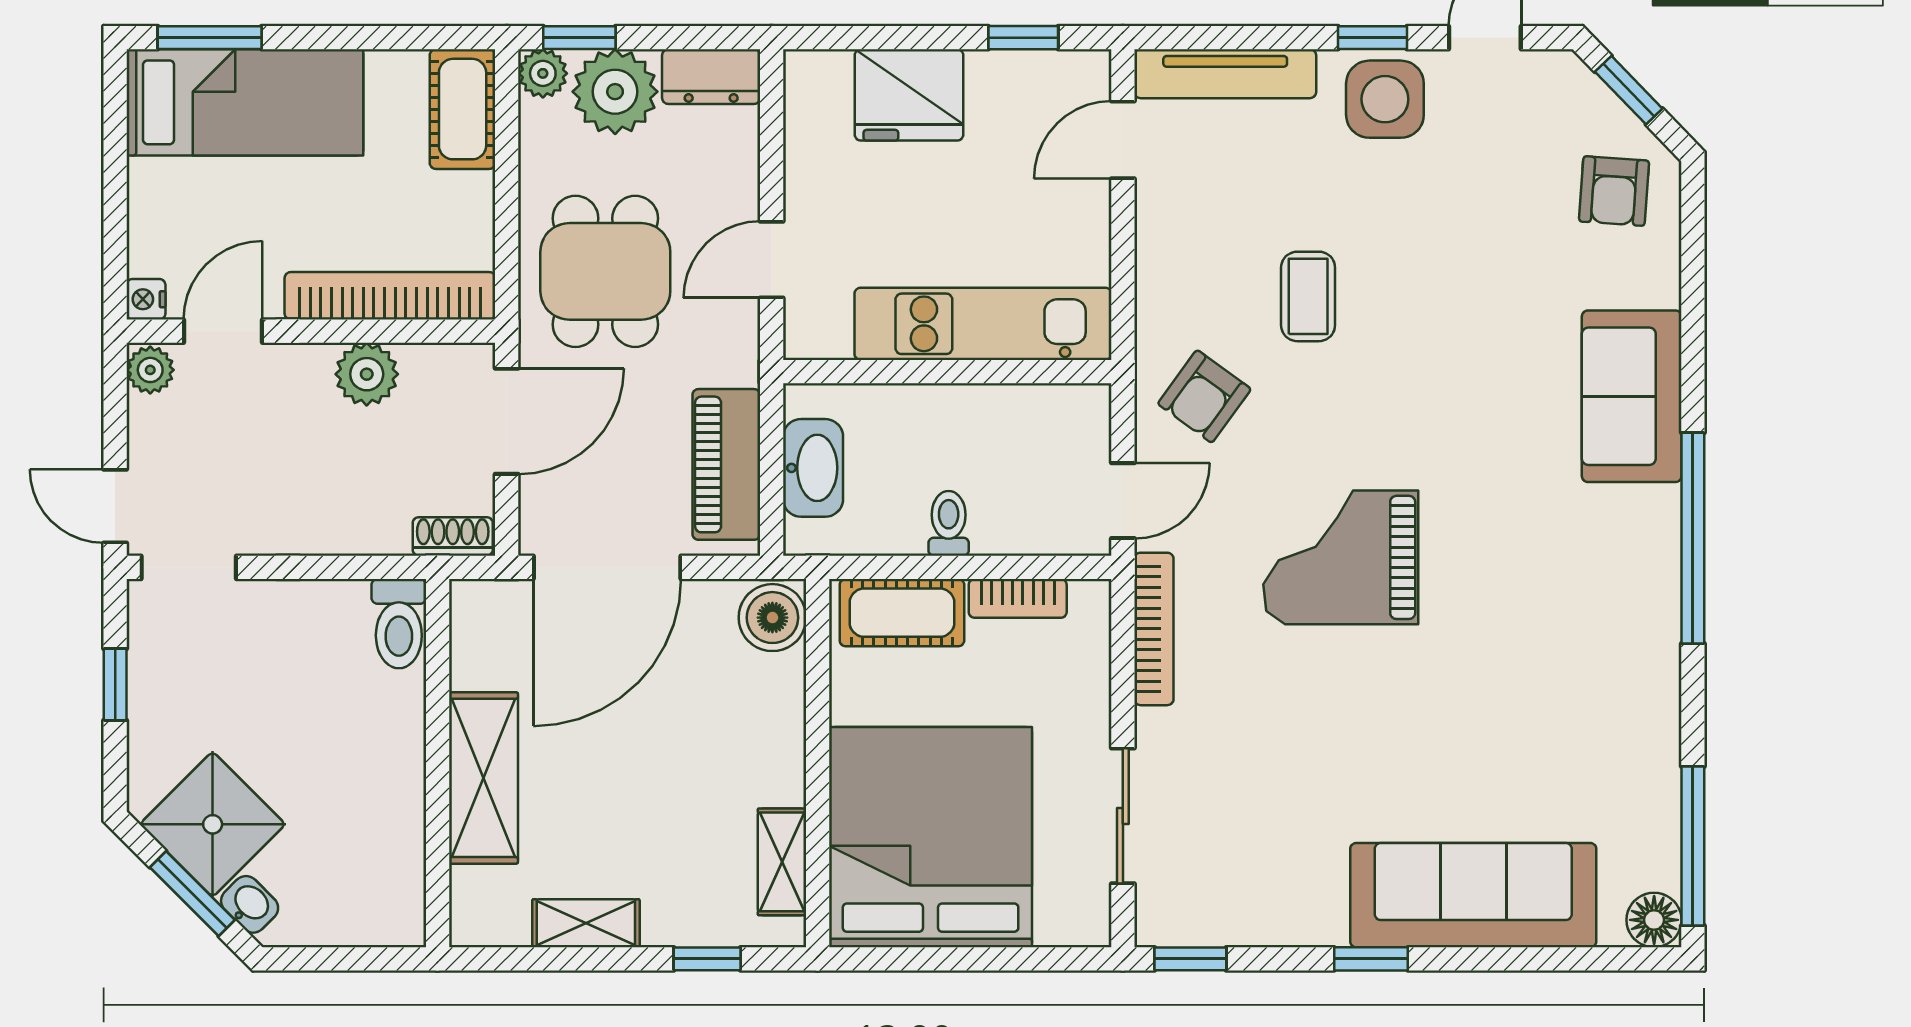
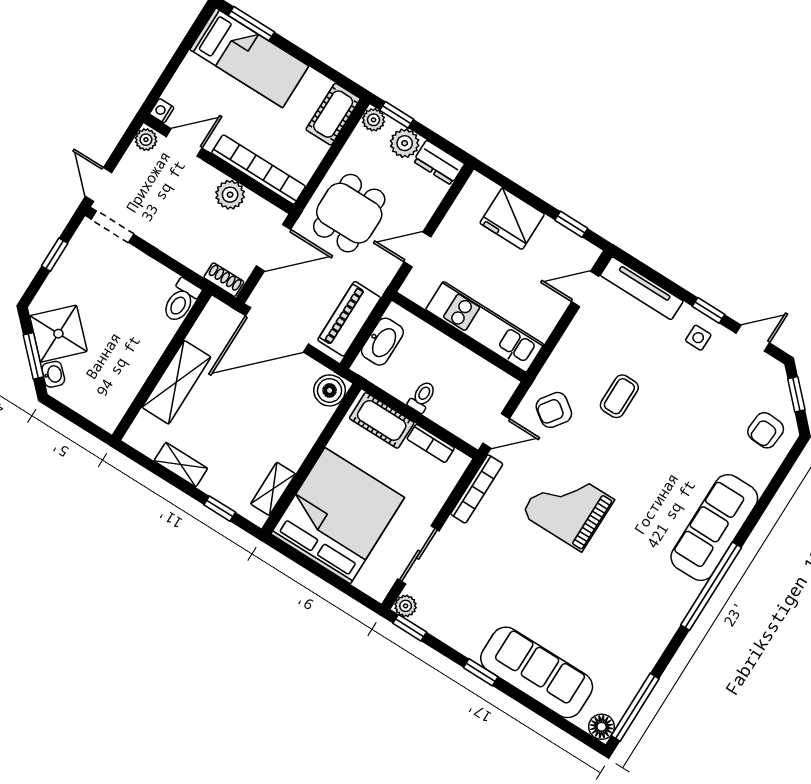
plant: (615, 92) -> (405, 143), width x0.73, depth x0.73
side table: (1385, 99) -> (698, 338), width x0.54, depth x0.54
sofa: (1632, 396) -> (714, 528), width x1.36
plant: (1158, 924) -> (406, 606), added

